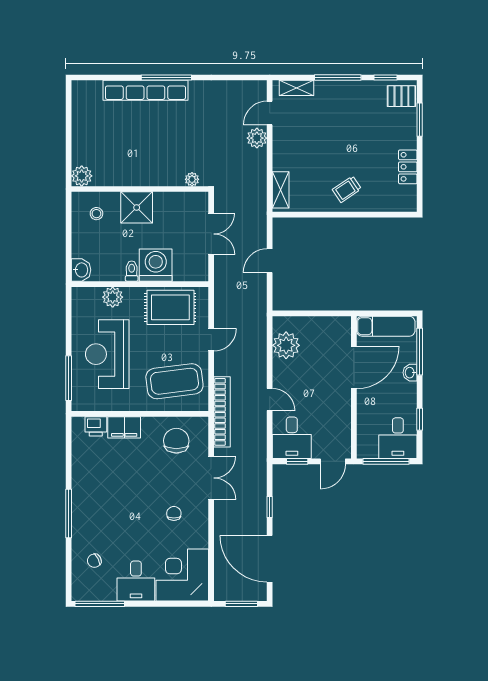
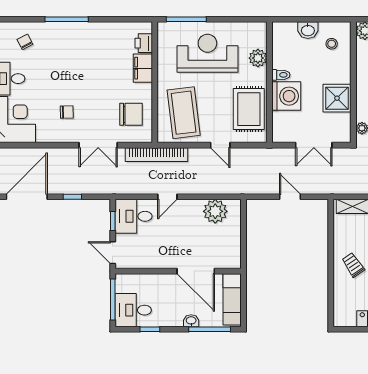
shower: (137, 207) -> (337, 98), moved
washbasin: (81, 270) -> (308, 30), moved

